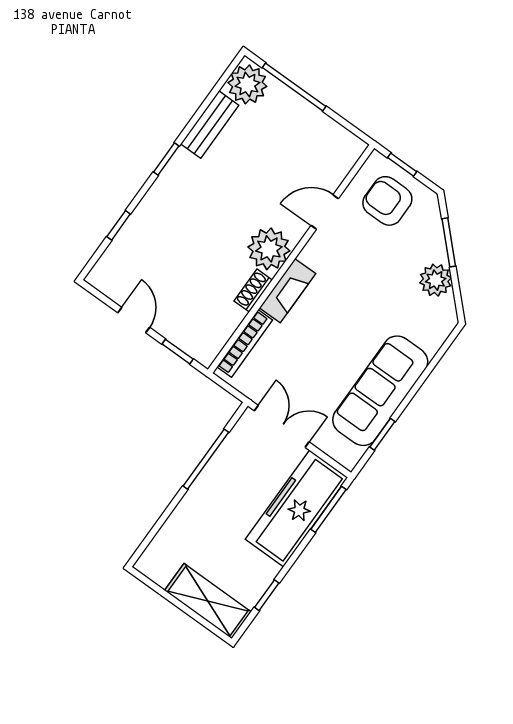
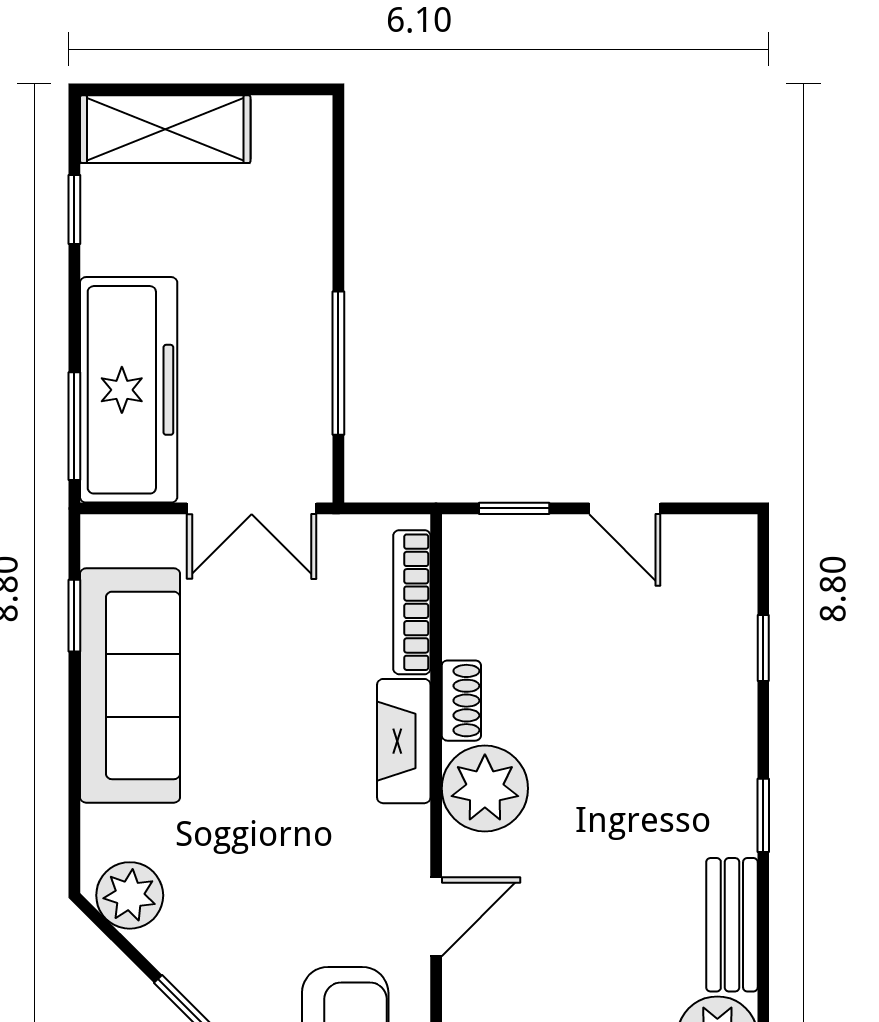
plant: (436, 280) -> (130, 895), moved

